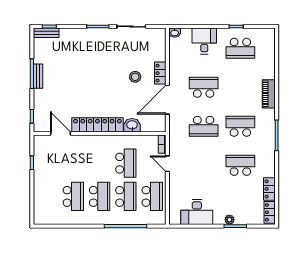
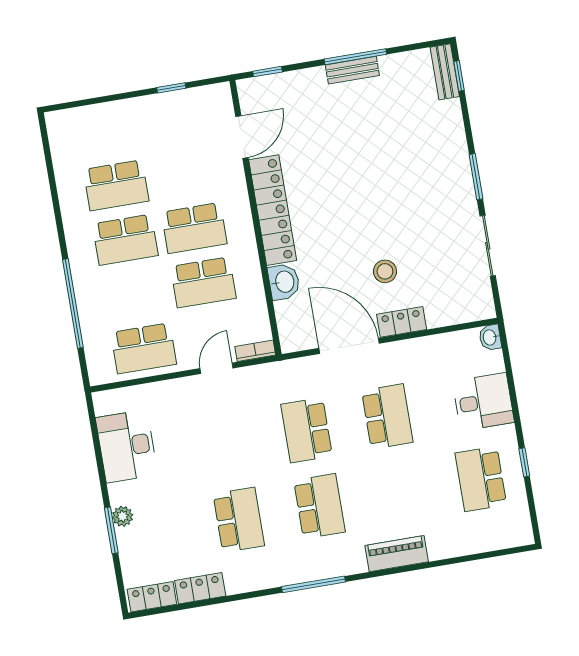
school desk: (126, 196) -> (194, 228), moved

